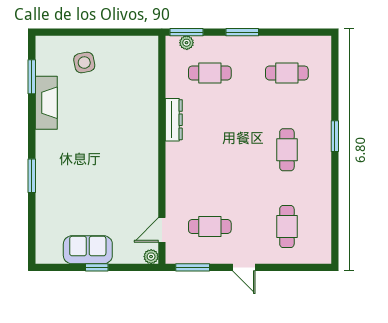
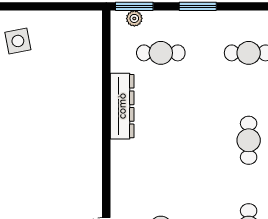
dresser: (174, 120) -> (122, 106), width x1.37, depth x1.24

